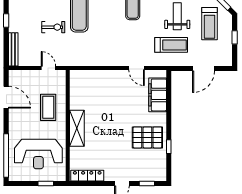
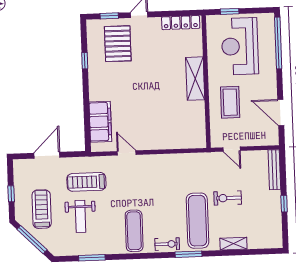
pallet: (147, 137) -> (118, 44), moved, turned 90
reception desk: (38, 154) -> (240, 46), turned -90

